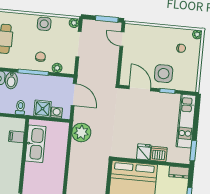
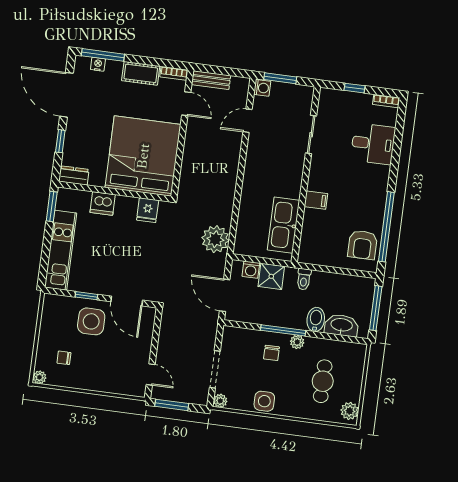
plant: (57, 68) -> (297, 342), moved
filing cabinet: (16, 137) -> (316, 200), moved
fridge: (144, 152) -> (148, 210), moved

